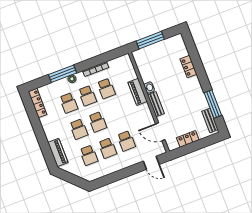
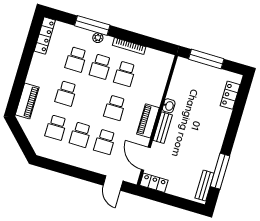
locker: (188, 67) -> (230, 95), moved
piano: (138, 92) -> (148, 121), moved
school desk: (97, 122) -> (115, 108), moved
locker: (188, 139) -> (154, 183), moved

